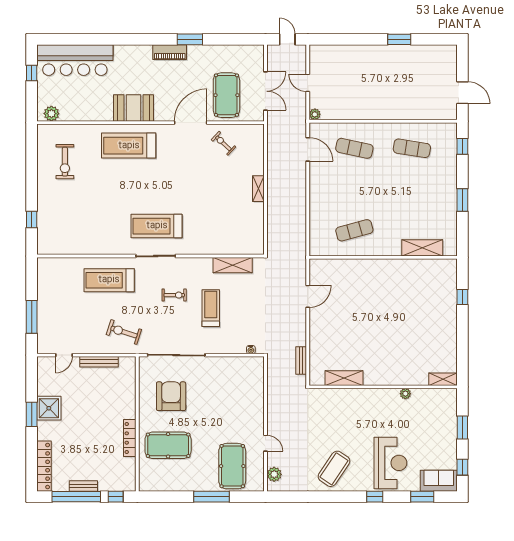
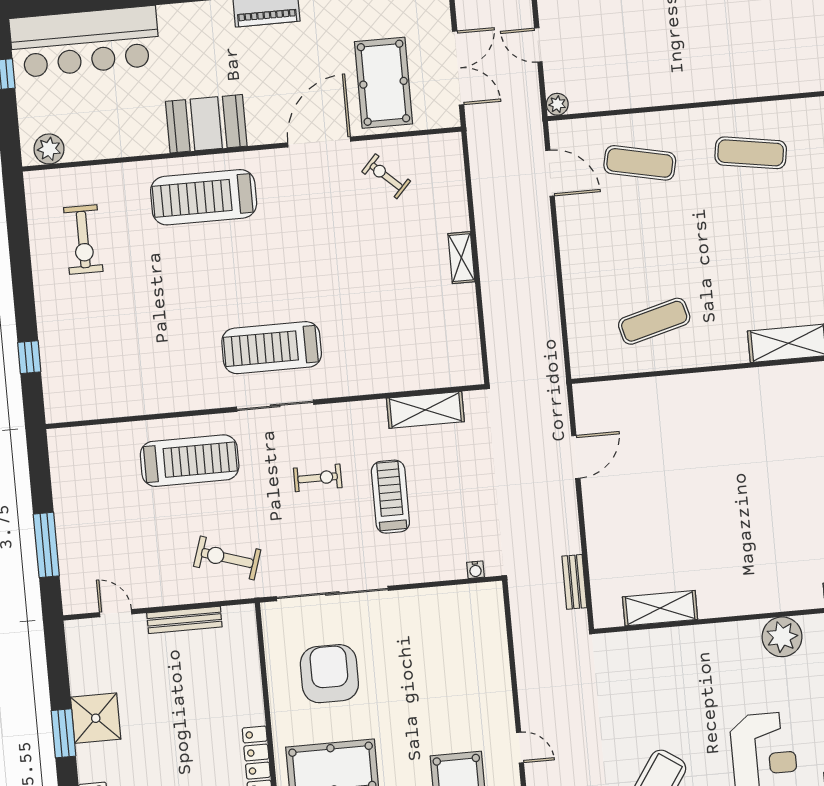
treadmill: (109, 280) -> (190, 461), turned 180
door: (64, 355) -> (116, 613), swing flipped
plant: (405, 394) -> (782, 637), width x1.88, depth x1.88

